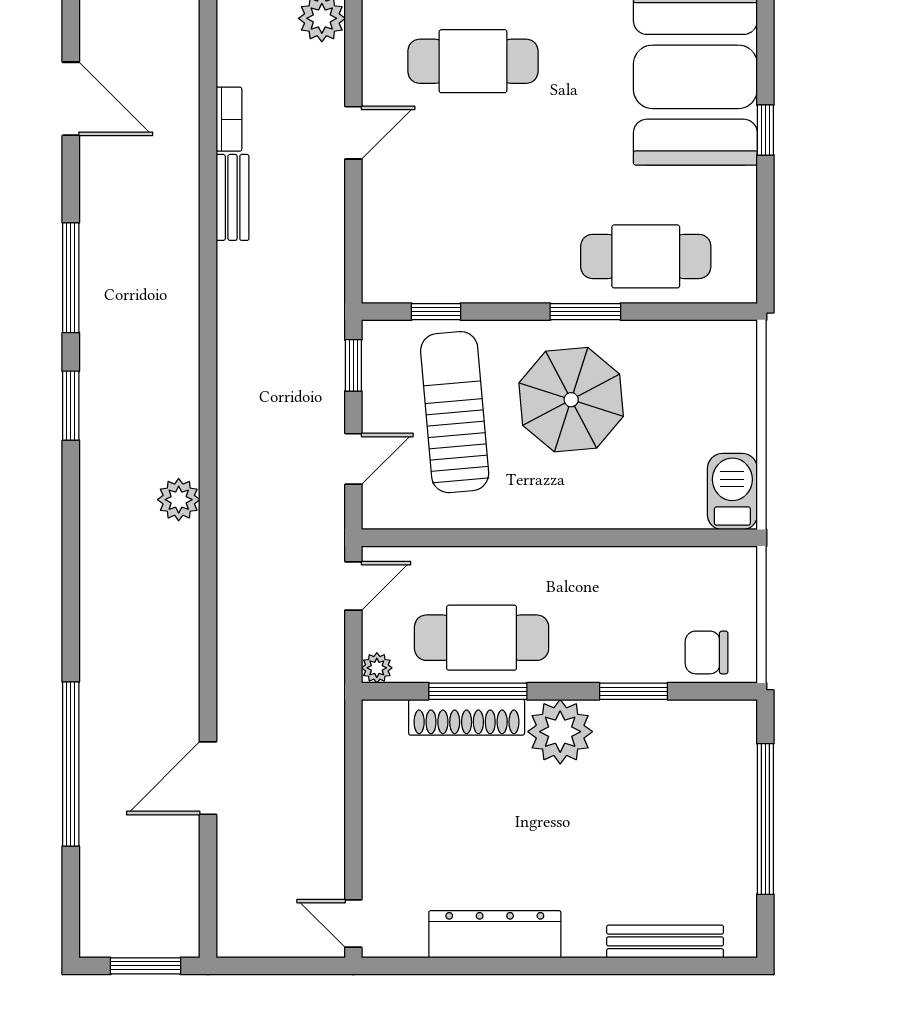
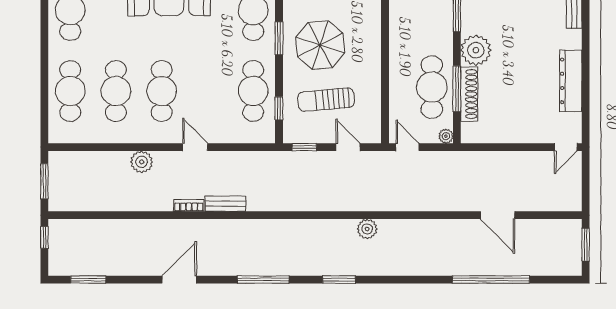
cafe table: (473, 256) -> (253, 91), added
window: (71, 406) -> (339, 280), moved
sun lounger: (455, 412) -> (326, 100), width x0.73, depth x0.75

